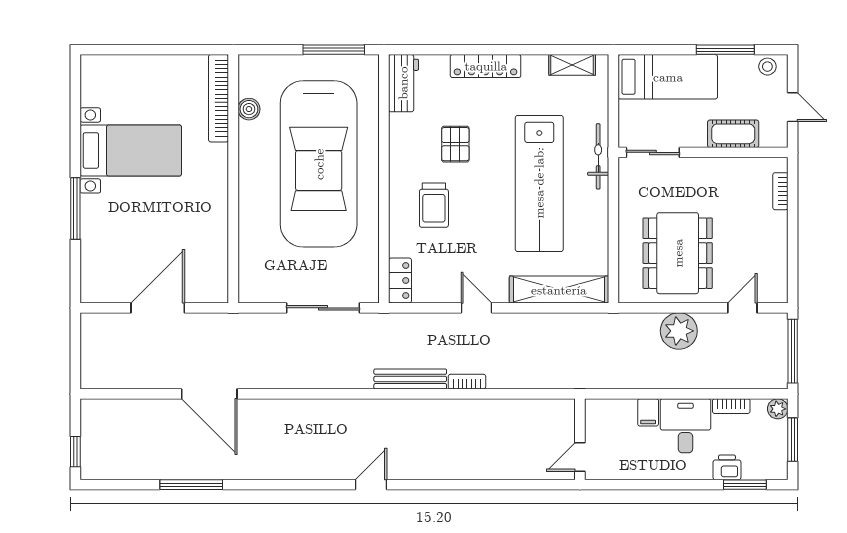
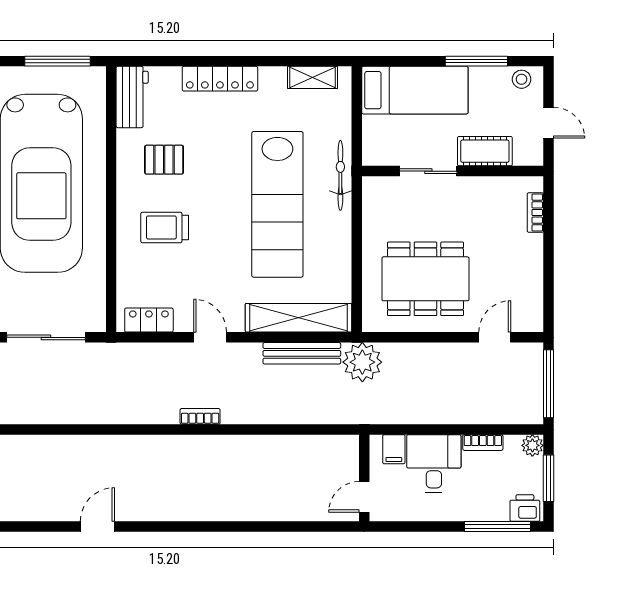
pallet: (455, 144) -> (164, 160), moved, turned 90
sliding door: (653, 152) -> (428, 171), moved
trolley: (434, 205) -> (165, 227), turned 90
dining table: (678, 253) -> (425, 279), turned 90
locker: (400, 280) -> (149, 320), moved, turned -90
plant: (679, 331) -> (362, 362), moved
bench: (410, 379) -> (302, 353), moved
wall: (580, 439) -> (364, 478), moved
door: (580, 457) -> (364, 497), moved
printer: (727, 467) -> (525, 508), moved
window: (745, 485) -> (497, 527), width x1.44

